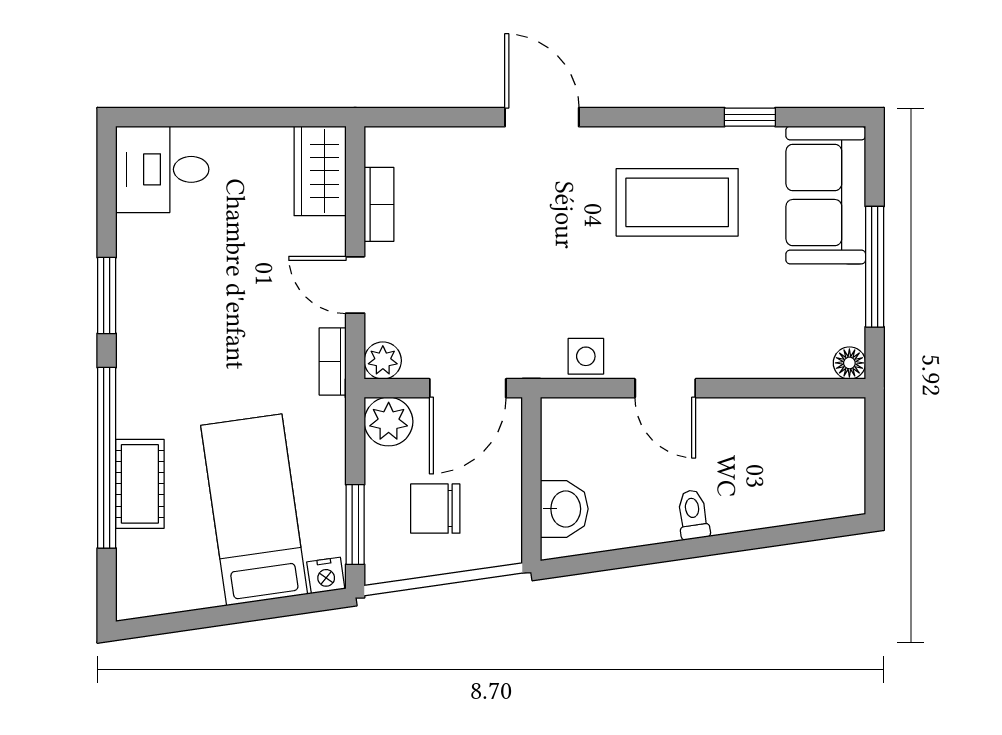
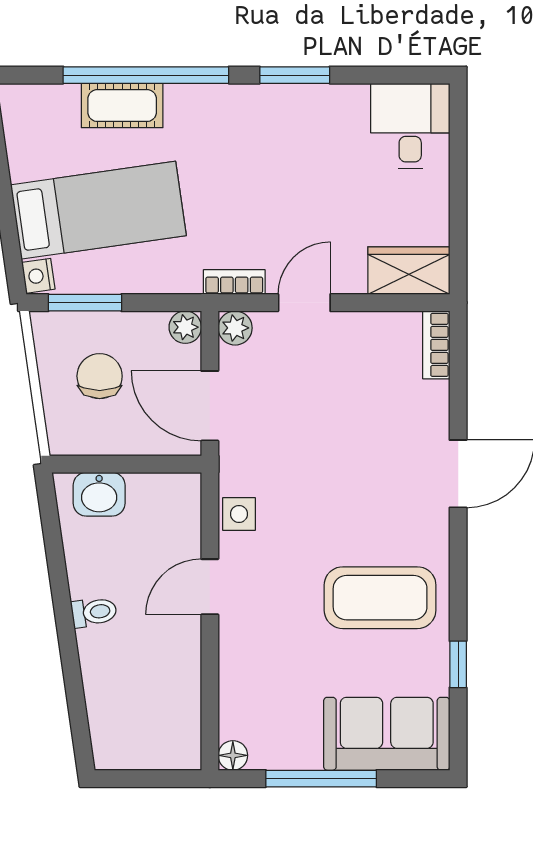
coffee table: (677, 202) -> (380, 598), turned 90
bookcase: (379, 204) -> (436, 345), moved, turned 90
plant: (389, 422) -> (185, 327), width x0.73, depth x0.73

